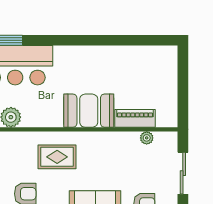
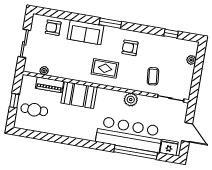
cafe table: (151, 77) -> (34, 110), added
window: (183, 86) -> (14, 101), added

